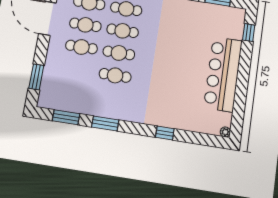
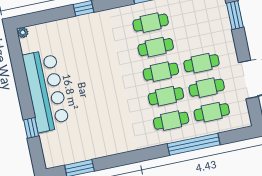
window: (249, 33) -> (31, 128), moved
cafe table: (111, 98) -> (151, 23), added

